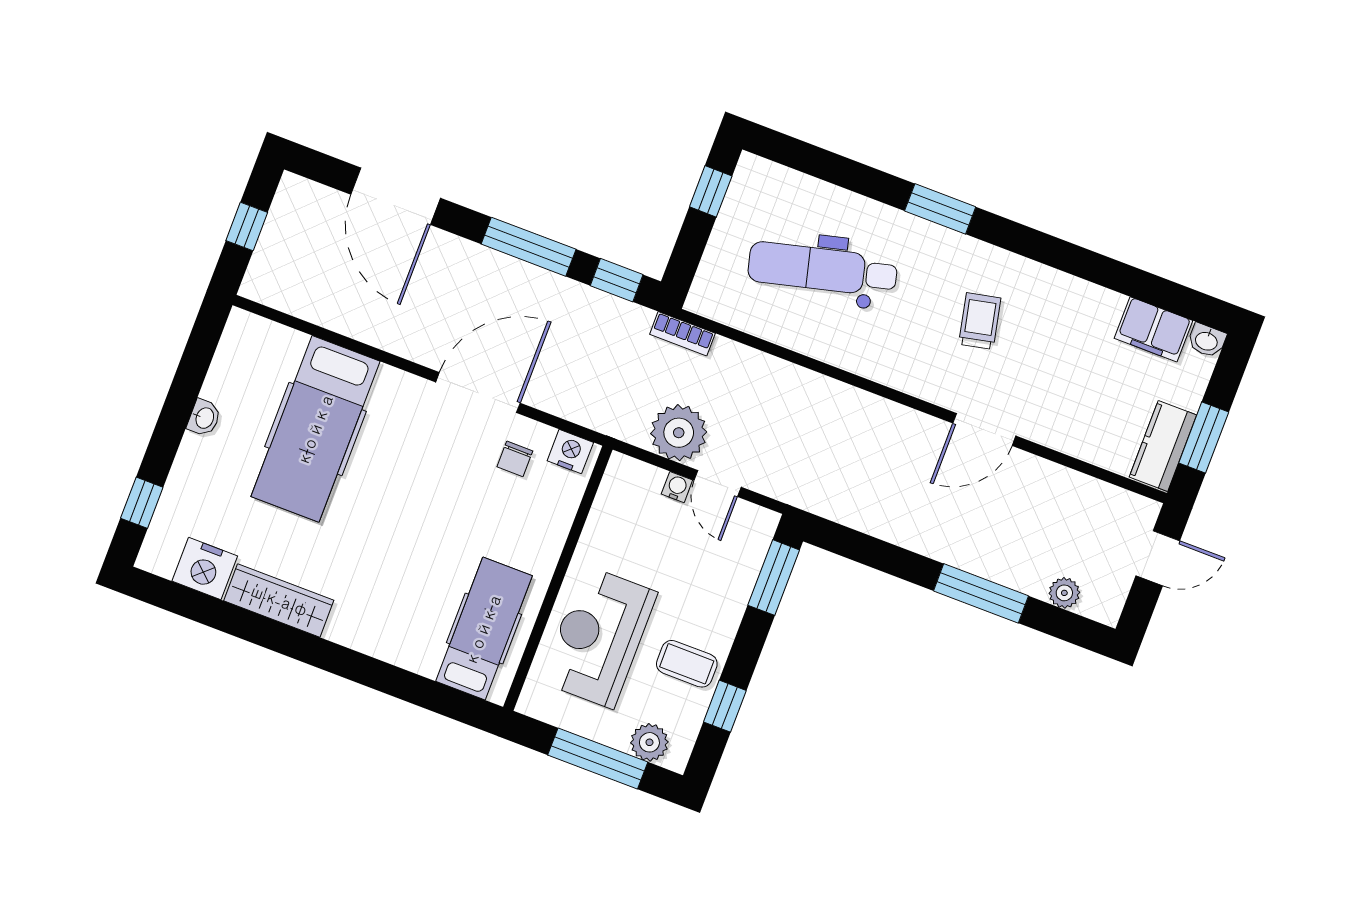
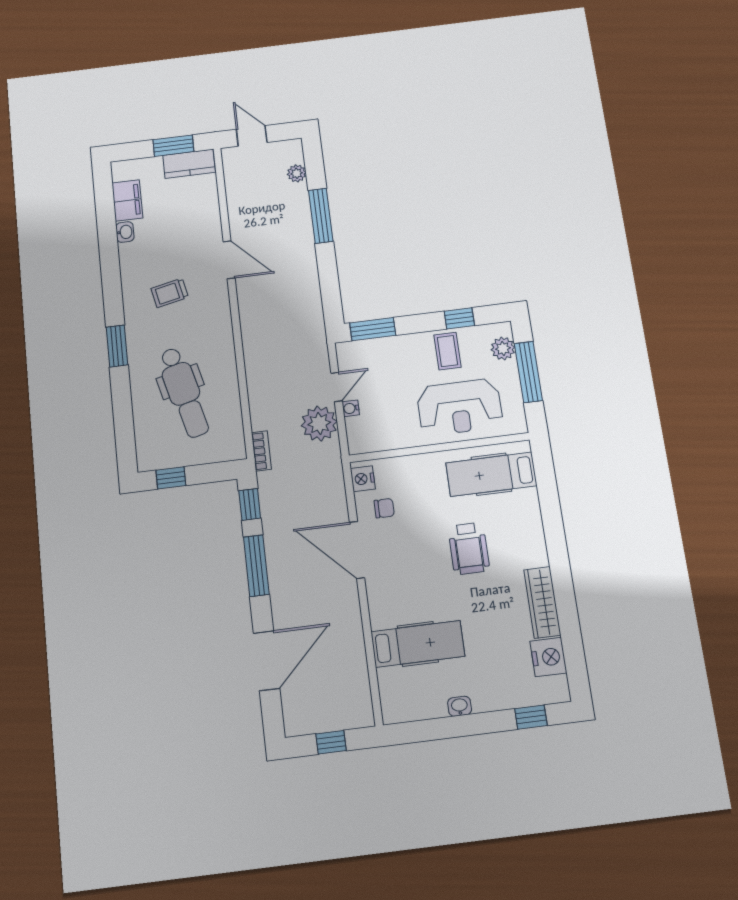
washbasin: (1207, 340) -> (125, 232), moved
hospital bed: (316, 429) -> (418, 644), width x0.73, depth x0.78
wheelchair: (401, 543) -> (469, 548), added

